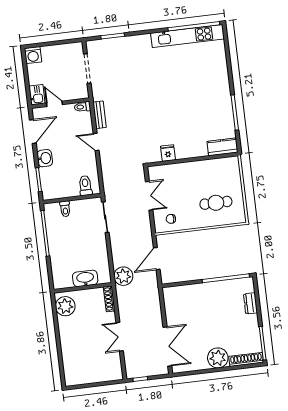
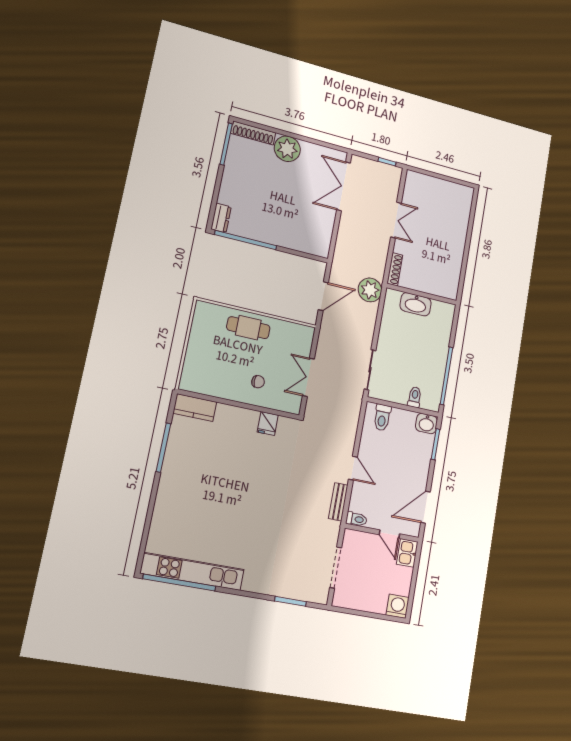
washbasin: (45, 158) -> (426, 423), moved, turned -90
cafe table: (216, 203) -> (248, 328), moved
chair: (171, 219) -> (258, 382), moved
dresser: (250, 303) -> (221, 218), moved
plant: (65, 306) -> (448, 280), removed

